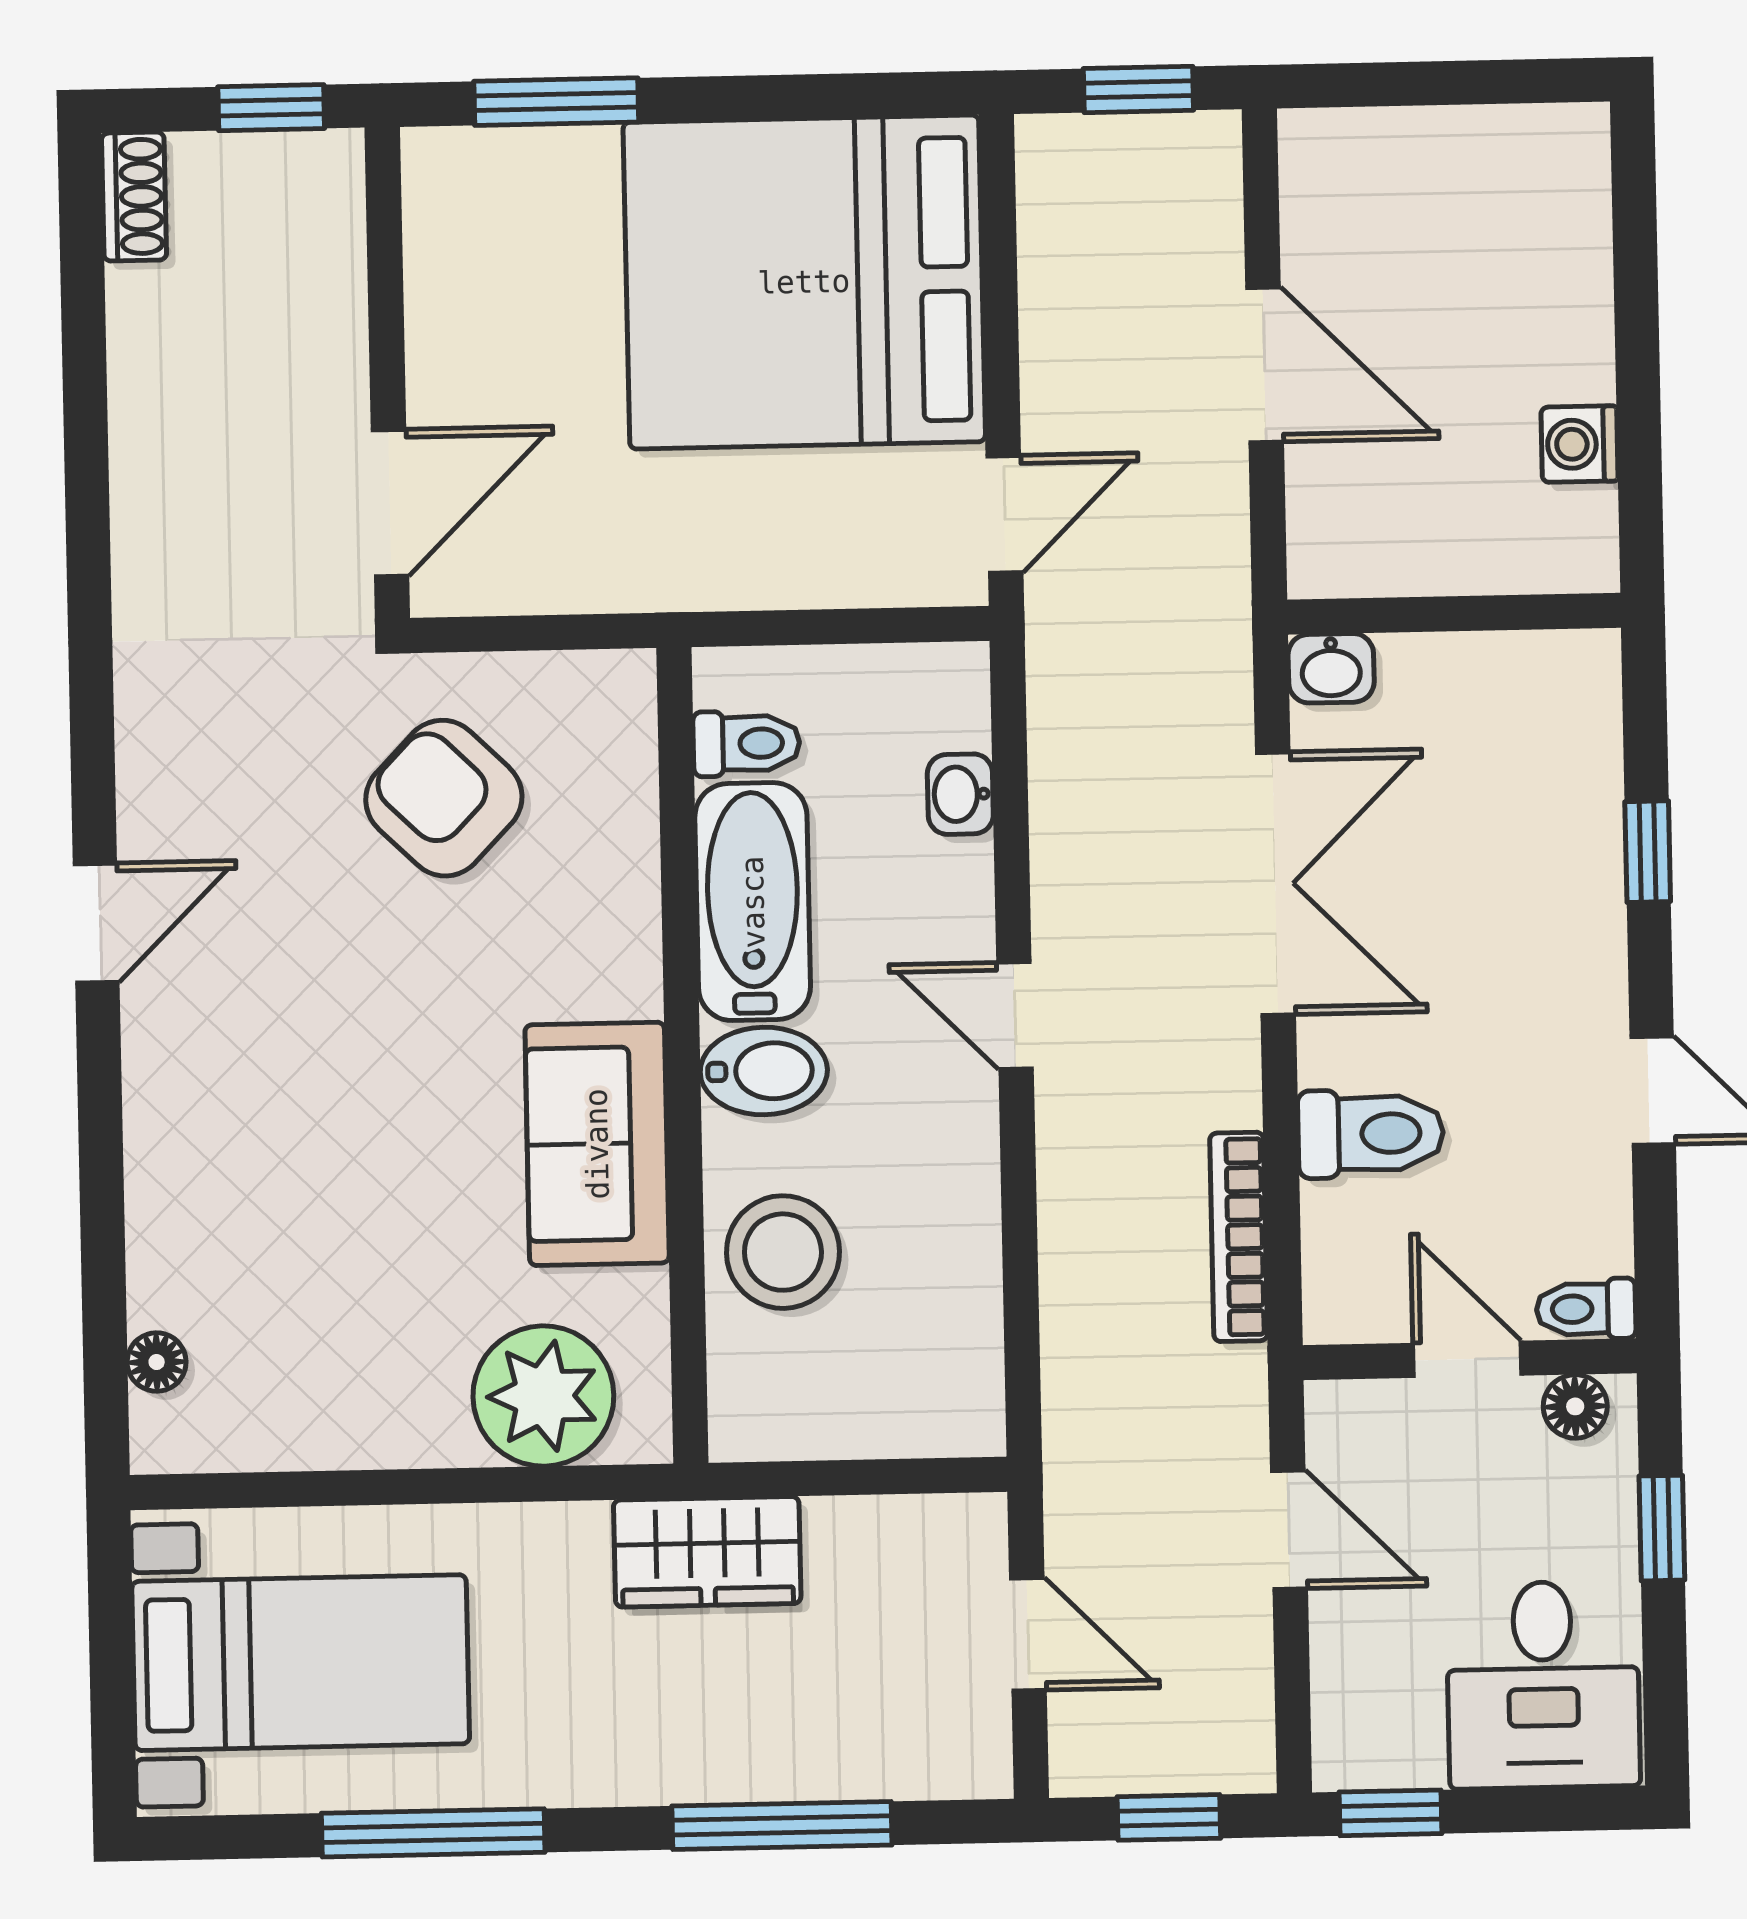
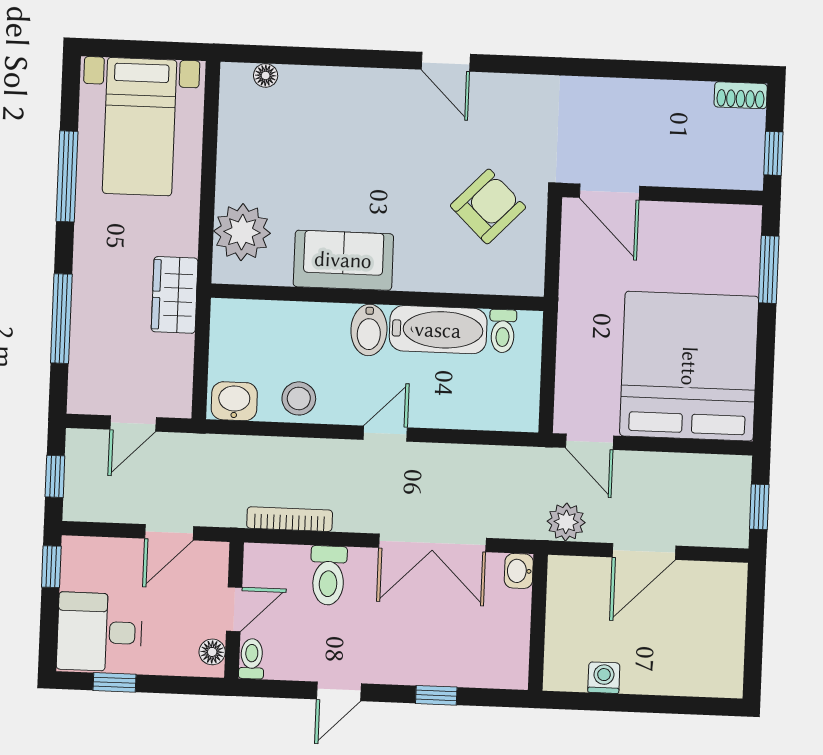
plant: (1204, 560) -> (566, 522), added
washbasin: (960, 794) -> (234, 401), moved, width x1.38, depth x1.45
stool: (783, 1252) -> (299, 398), moved, width x0.73, depth x0.73
window: (1662, 1528) -> (114, 682), moved

